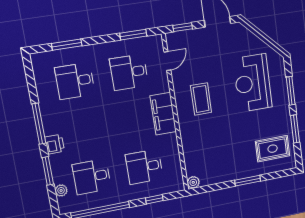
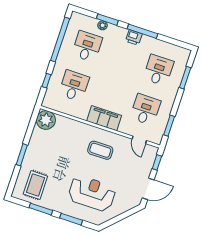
printer: (55, 144) -> (134, 37), moved
plant: (193, 182) -> (46, 120), width x1.87, depth x1.87
plant: (61, 190) -> (103, 25), moved

